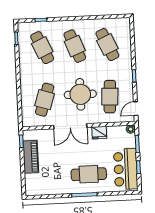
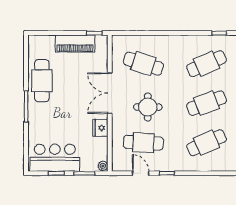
round table: (80, 94) -> (148, 107), width x0.73, depth x0.73
door: (136, 109) -> (141, 173), moved
cafe table: (89, 174) -> (42, 81), moved

